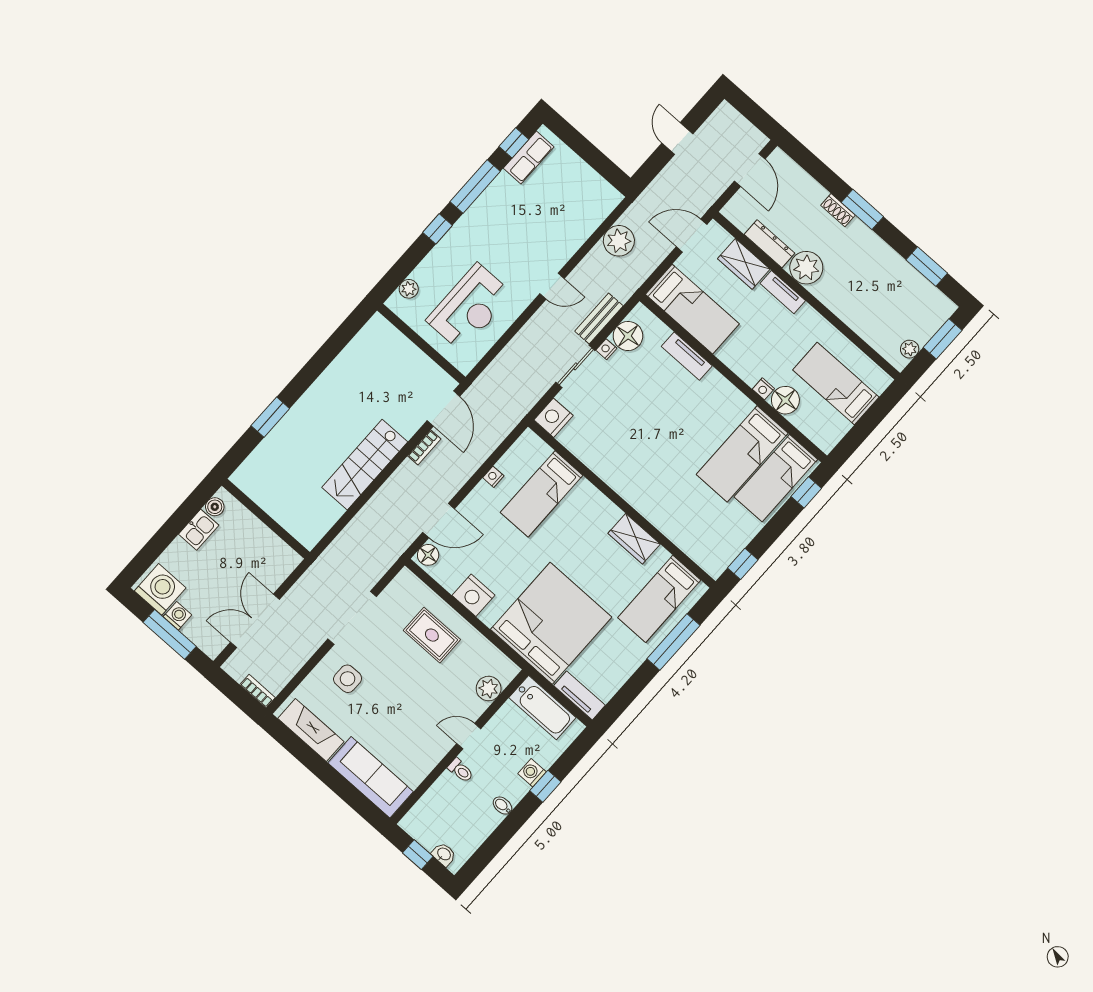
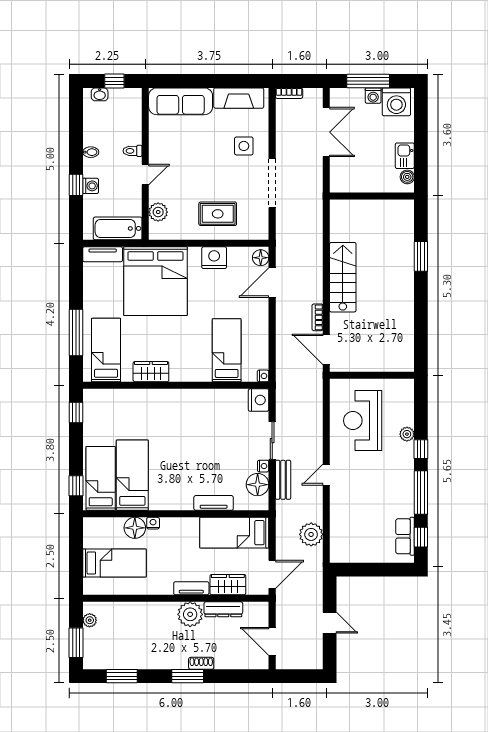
plant: (409, 289) -> (407, 434), moved
nightstand: (493, 477) -> (263, 376), moved

